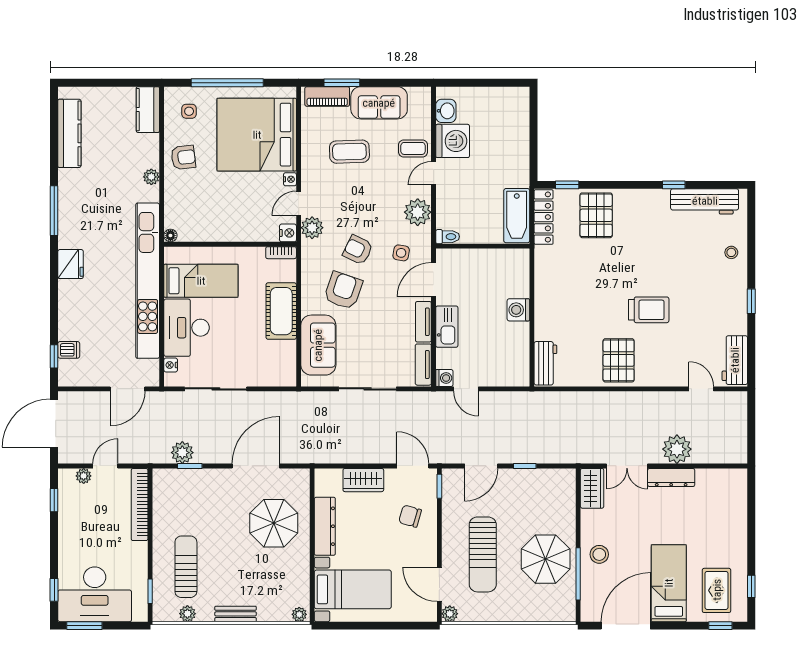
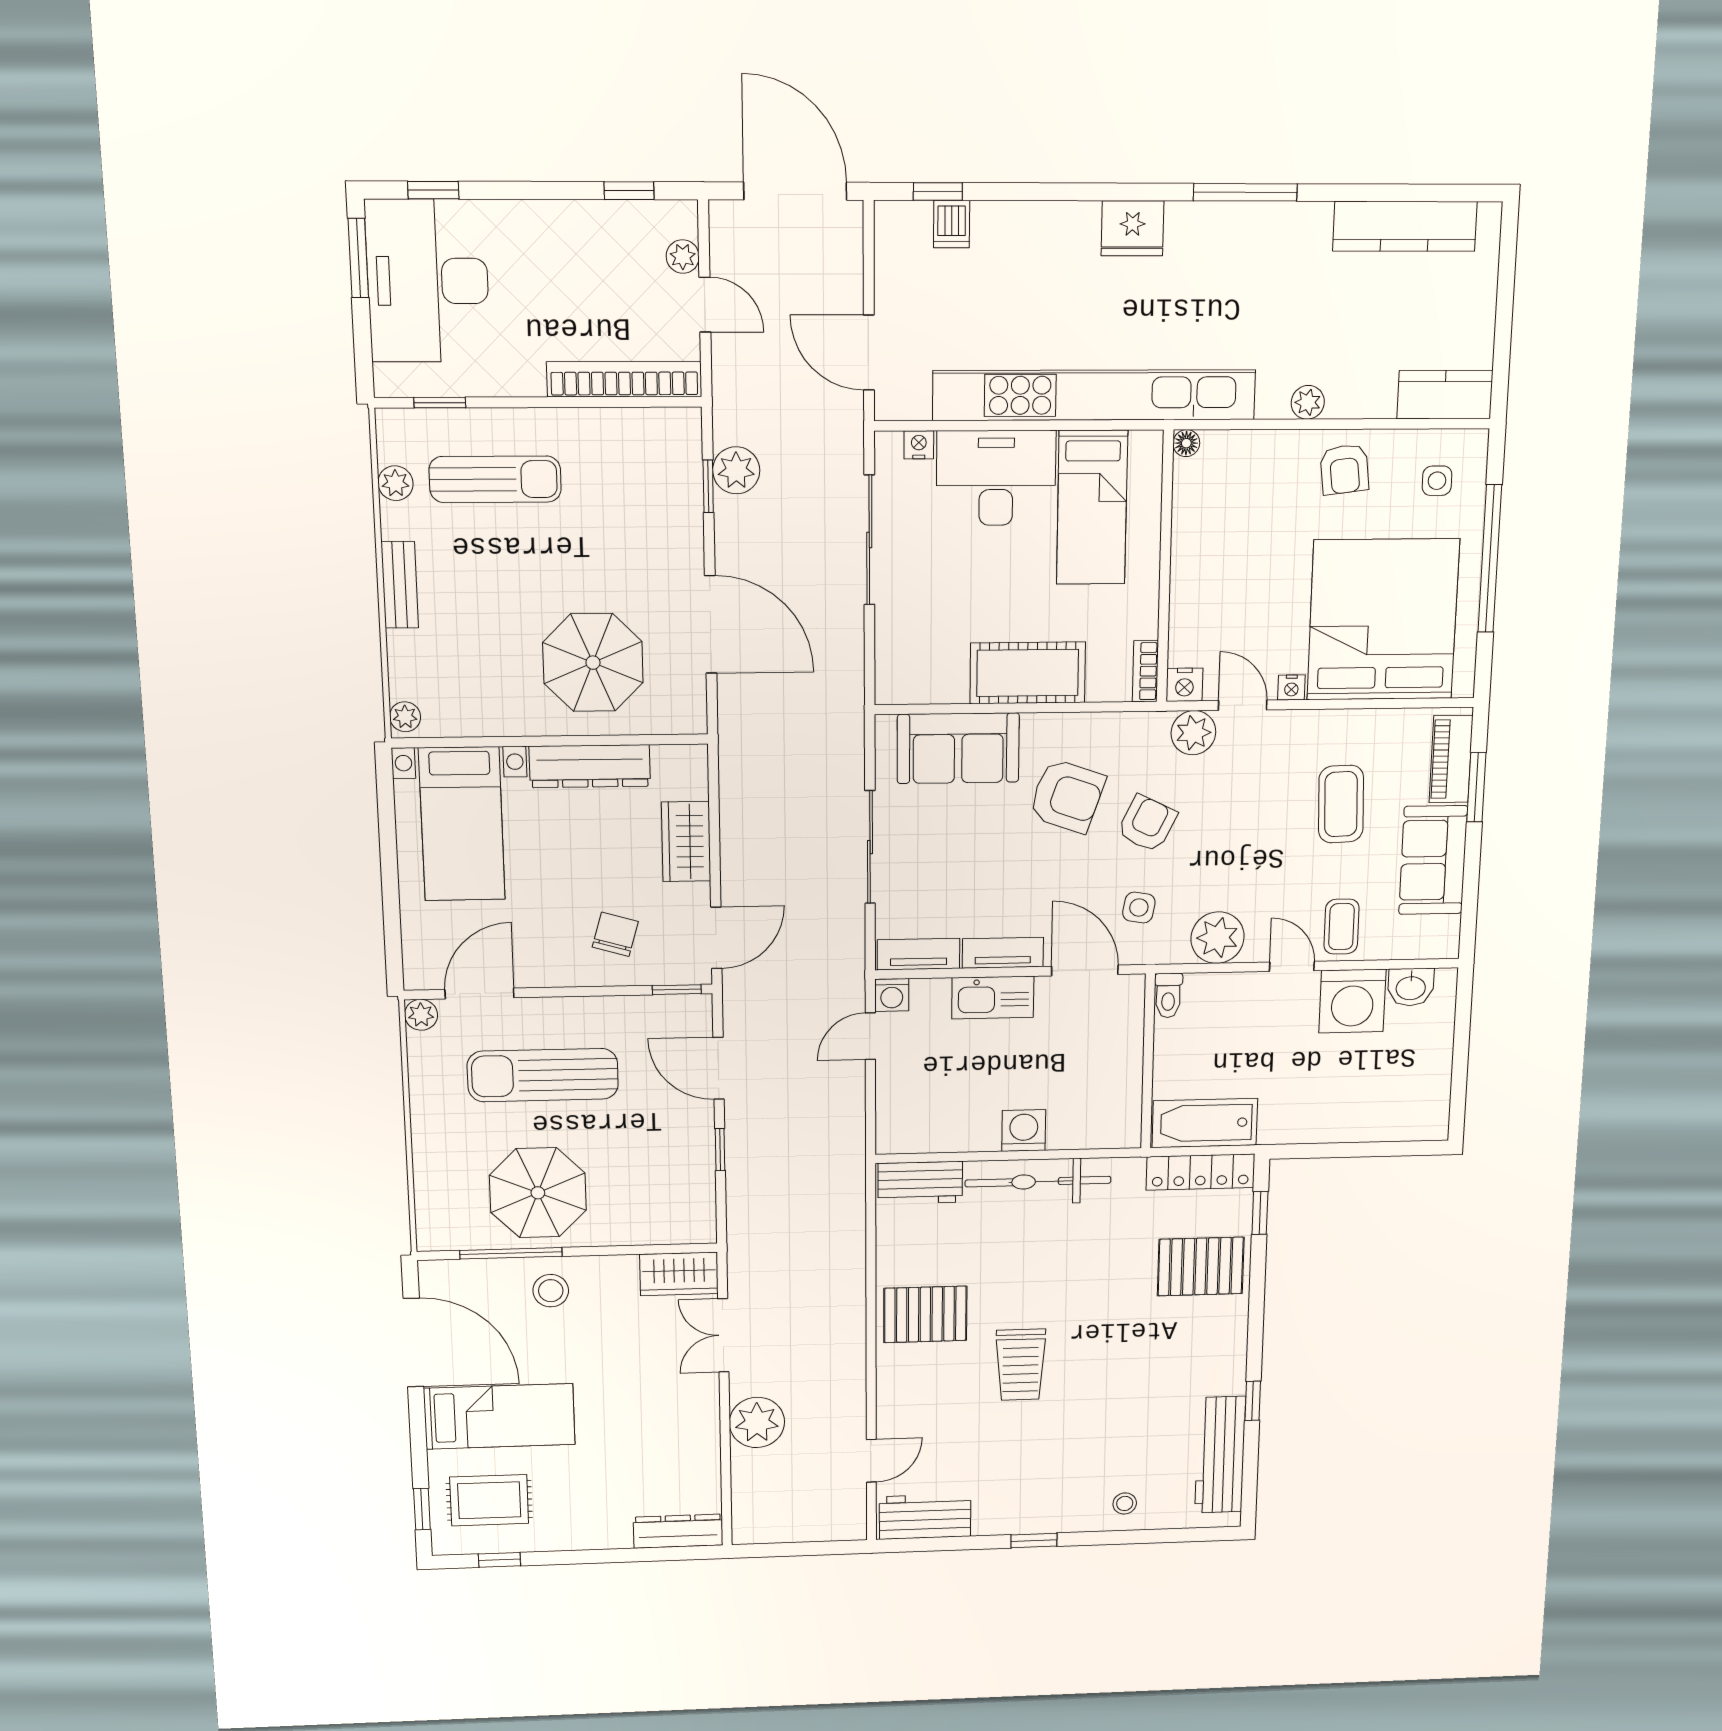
bicycle: (547, 302) -> (1038, 1182), added
dresser: (671, 477) -> (678, 1531), moved, turned 90

